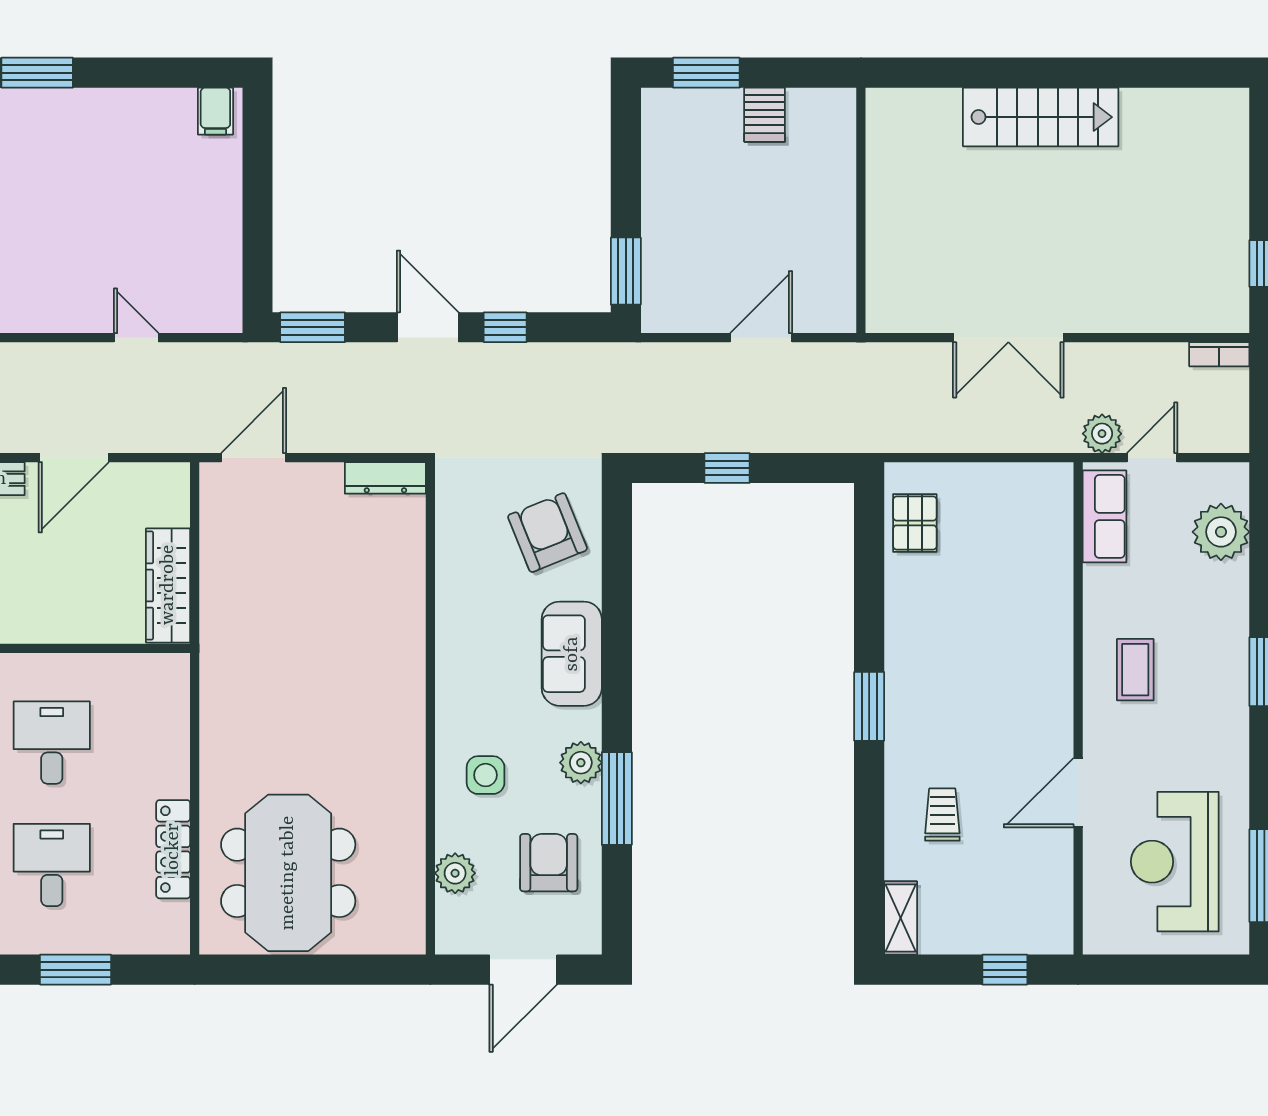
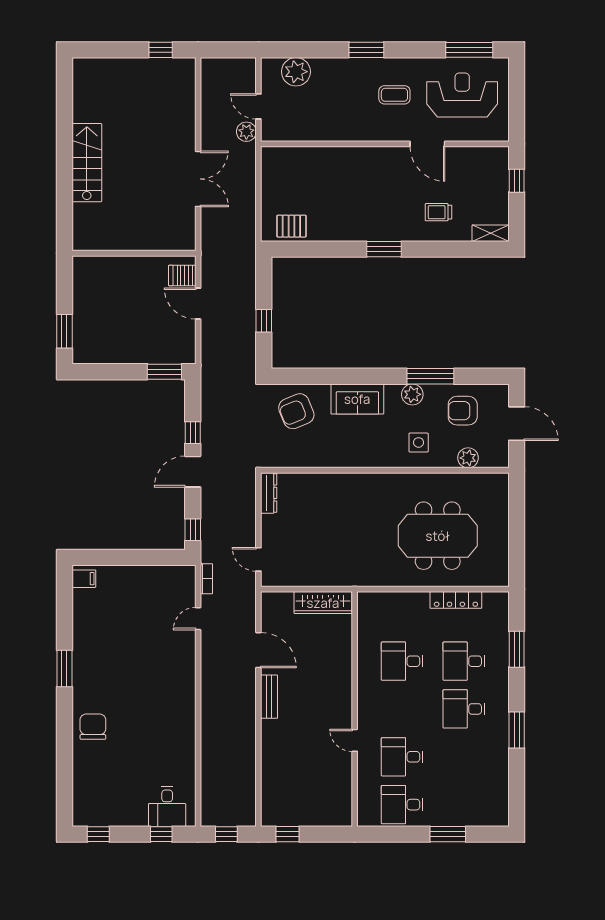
server rack: (765, 115) -> (182, 275), moved, turned 180
window: (313, 327) -> (193, 530), width x0.67
bookcase: (1219, 354) -> (206, 579), moved
door: (254, 458) -> (258, 559), width x0.73
row of seats: (1104, 516) -> (288, 130), removed
coffee table: (1135, 670) -> (394, 95), moved
reception desk: (1175, 862) -> (462, 95), turned 180
meeting table: (288, 873) -> (438, 536), moved

